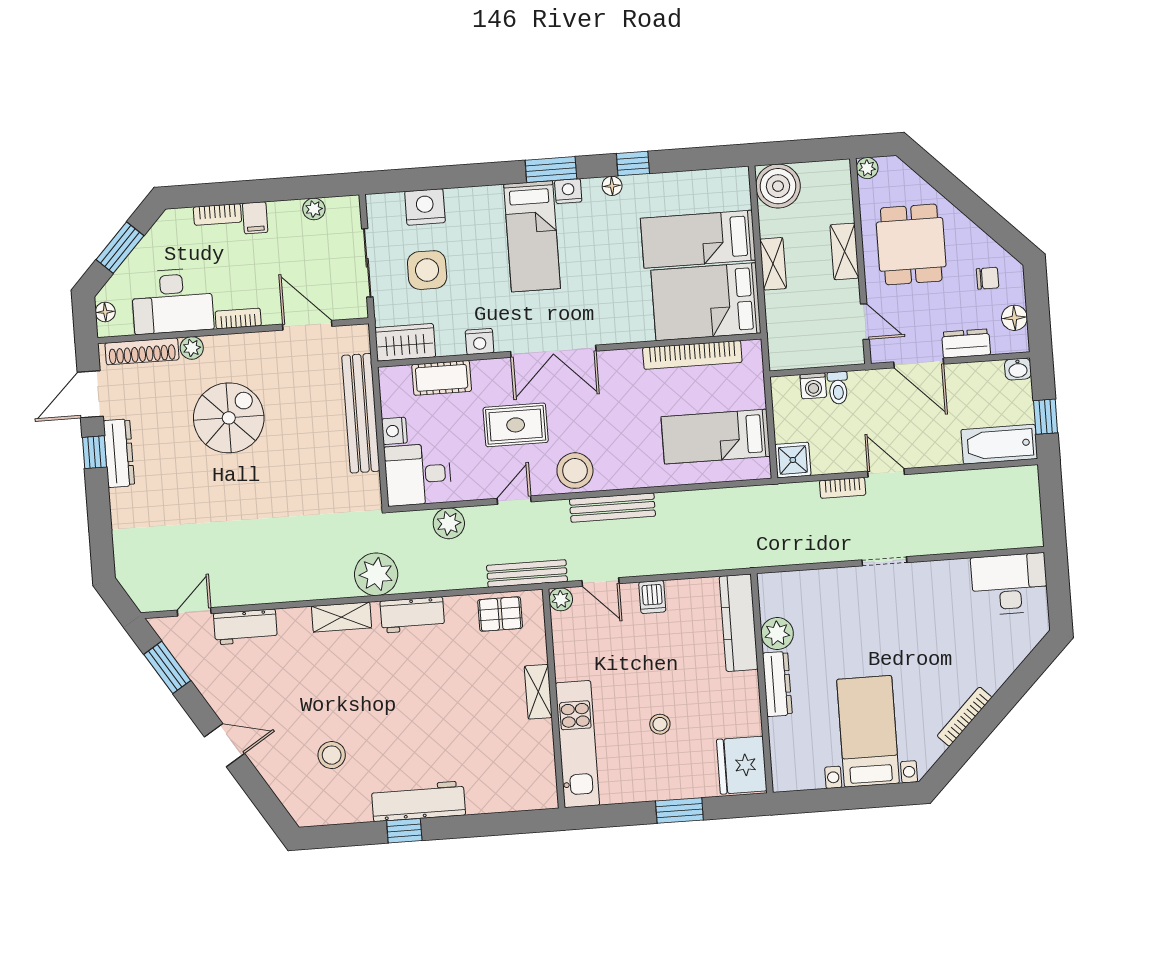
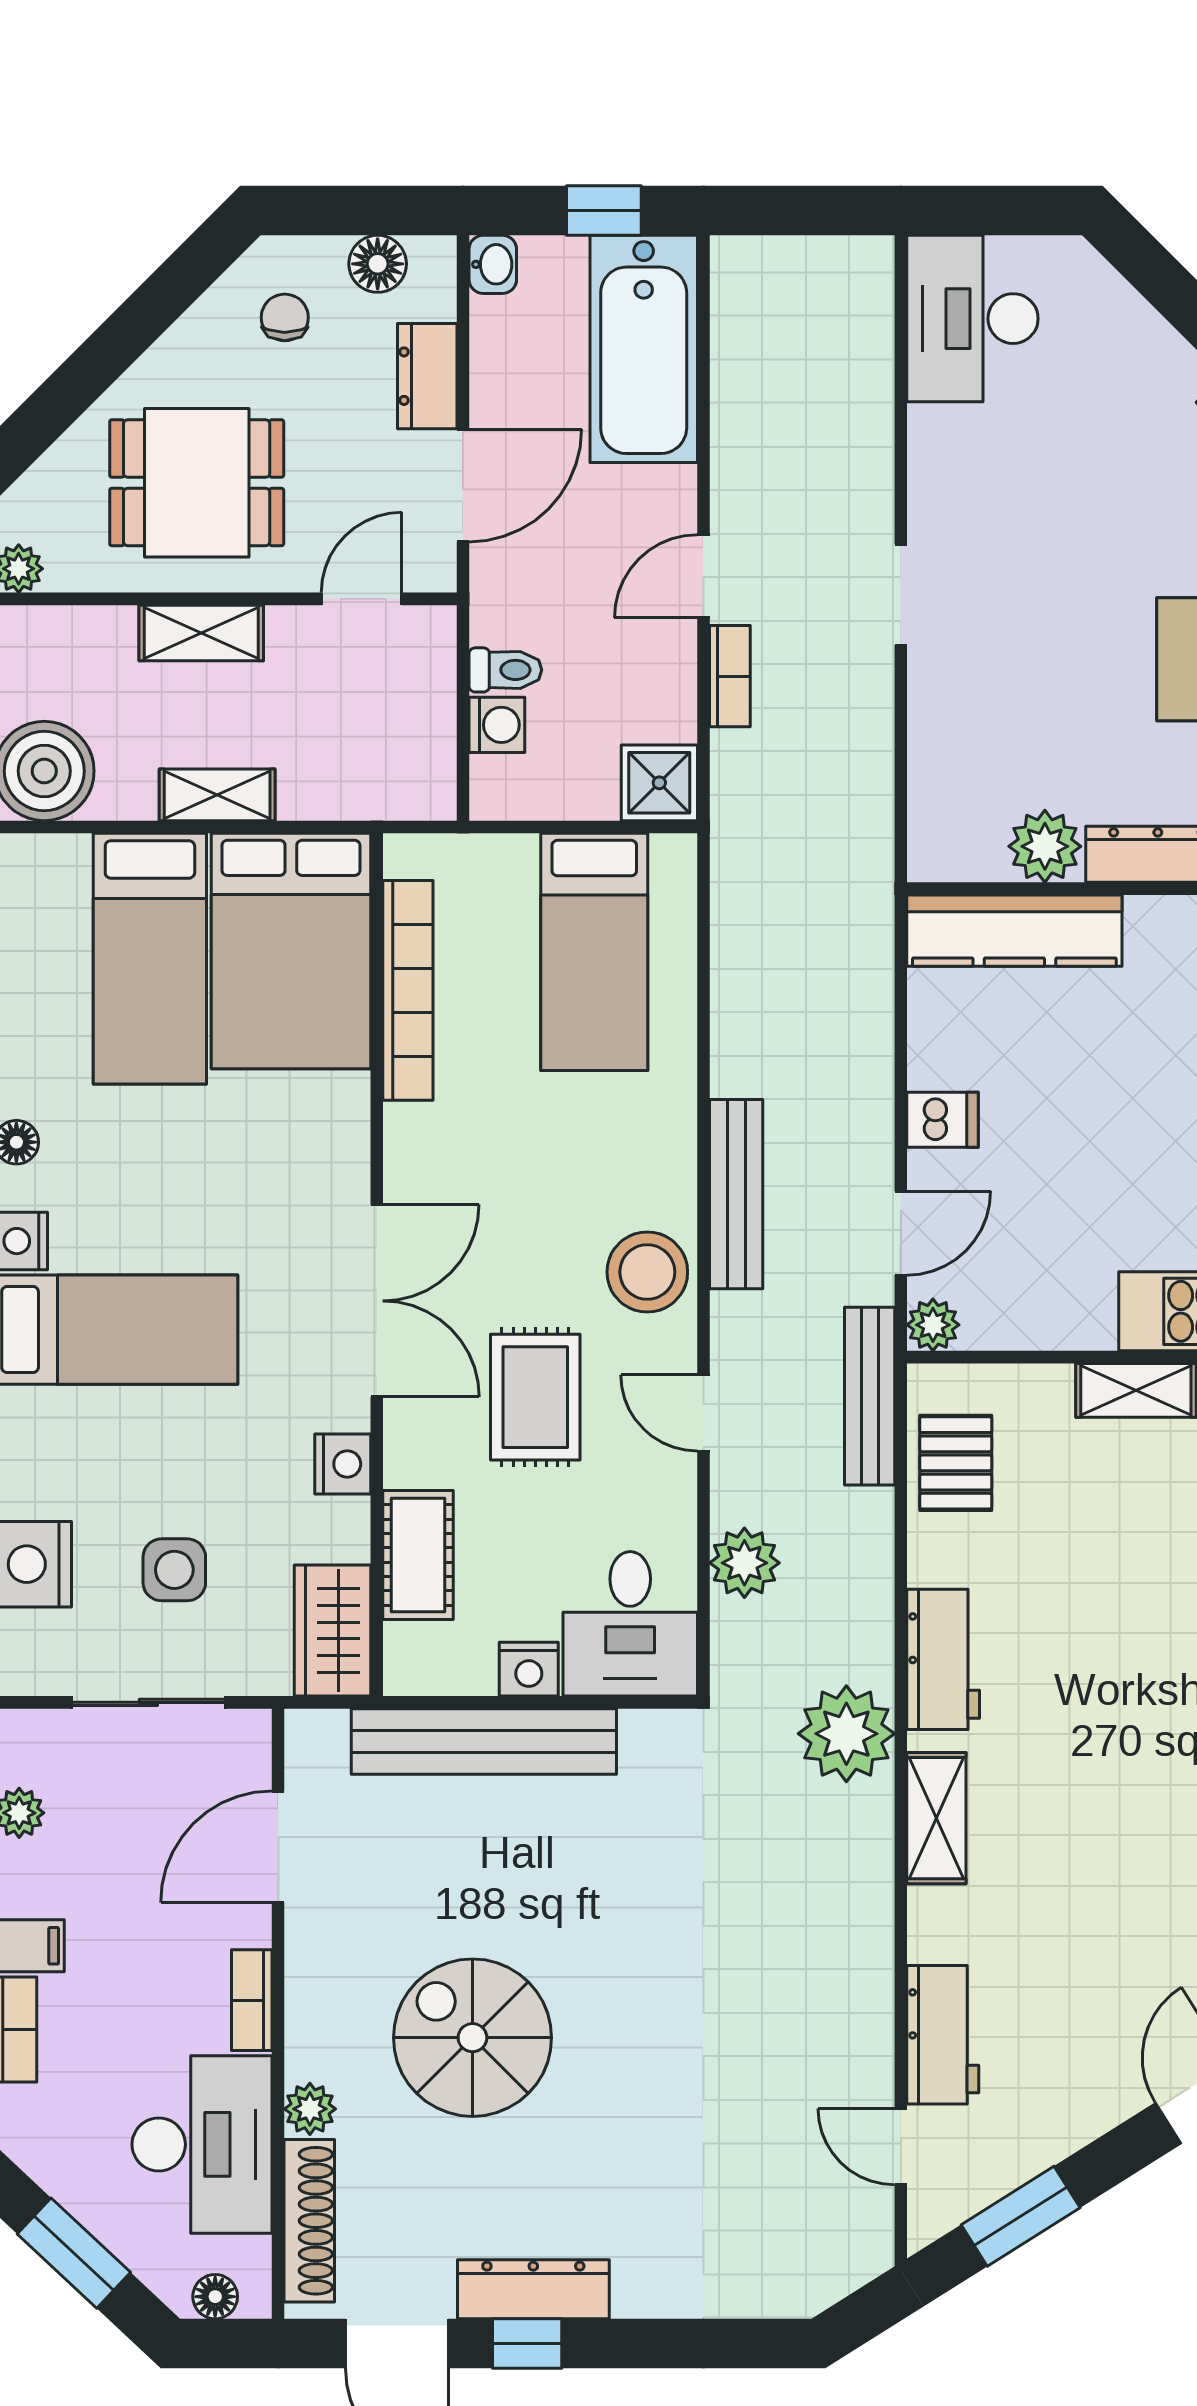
side table: (427, 270) -> (174, 1570), width x0.73, depth x0.73
bathtub: (999, 444) -> (644, 349), width x1.36, depth x1.36

